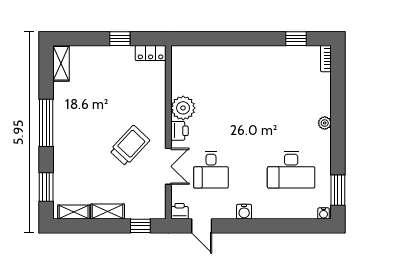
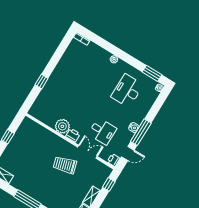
window: (296, 39) -> (42, 81), moved
locker: (151, 53) -> (25, 126), removed
trolley: (130, 146) -> (65, 165), turned -59
desk: (291, 170) -> (127, 91), turned 180
window: (244, 226) -> (141, 132), added

